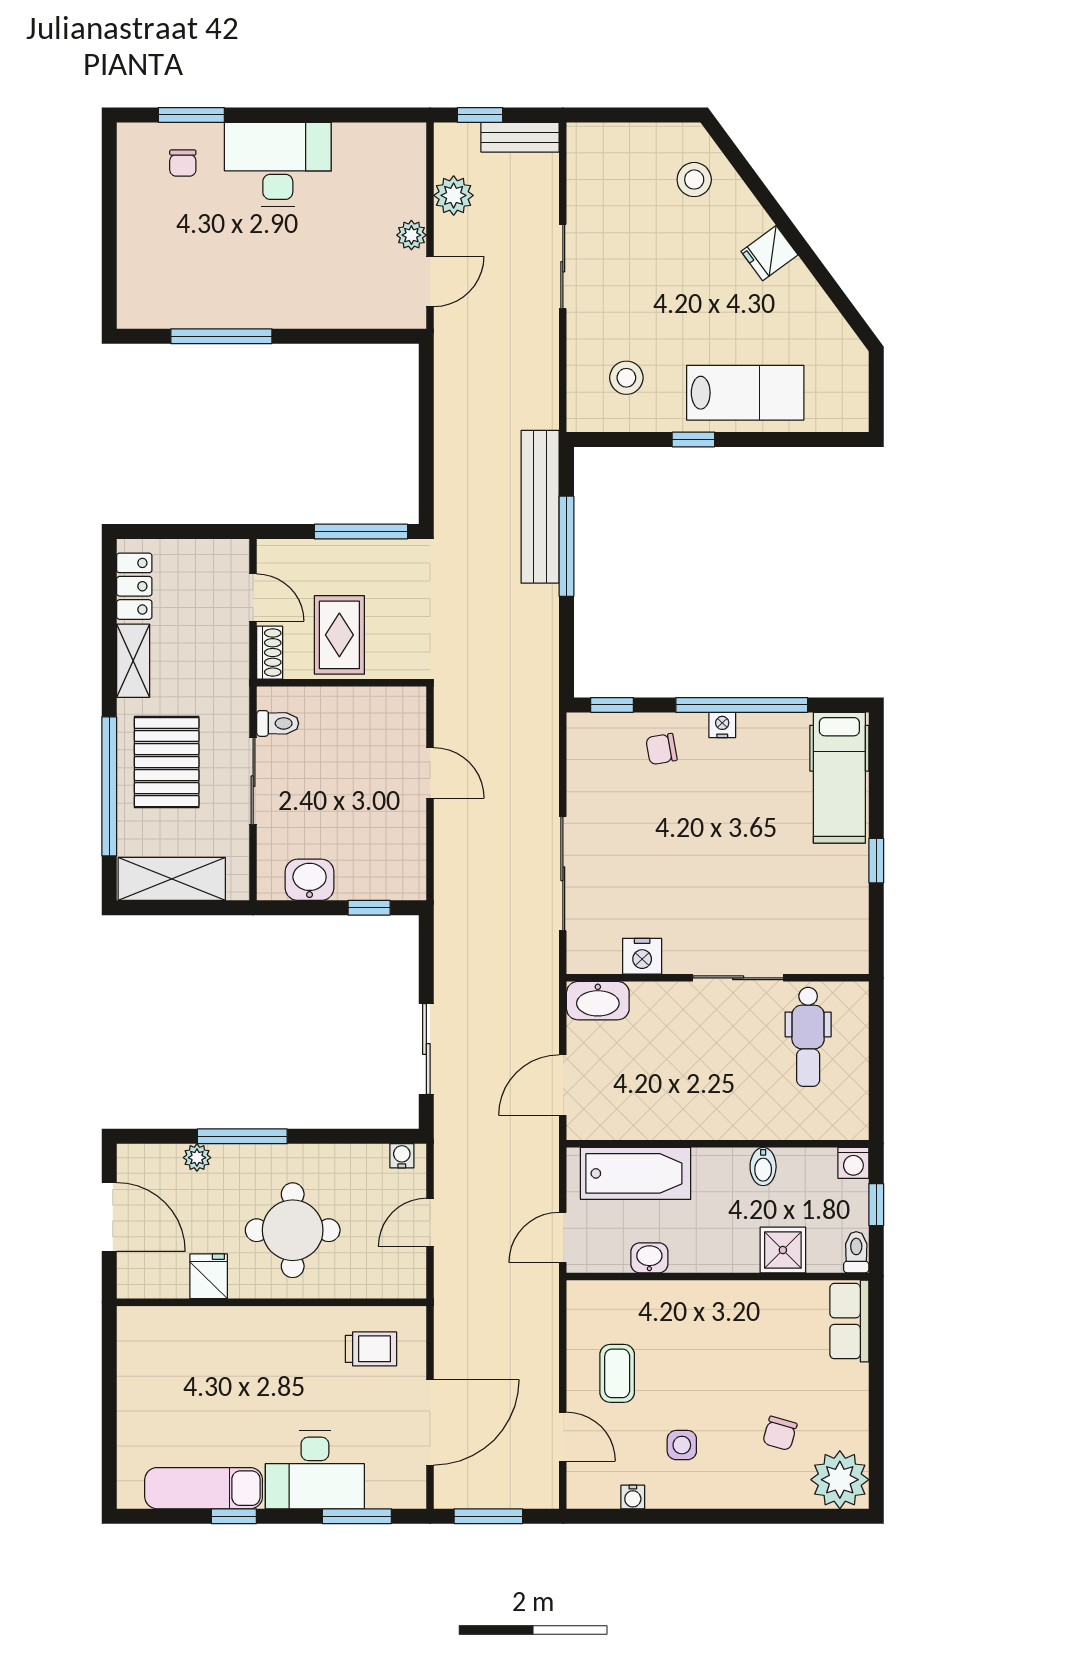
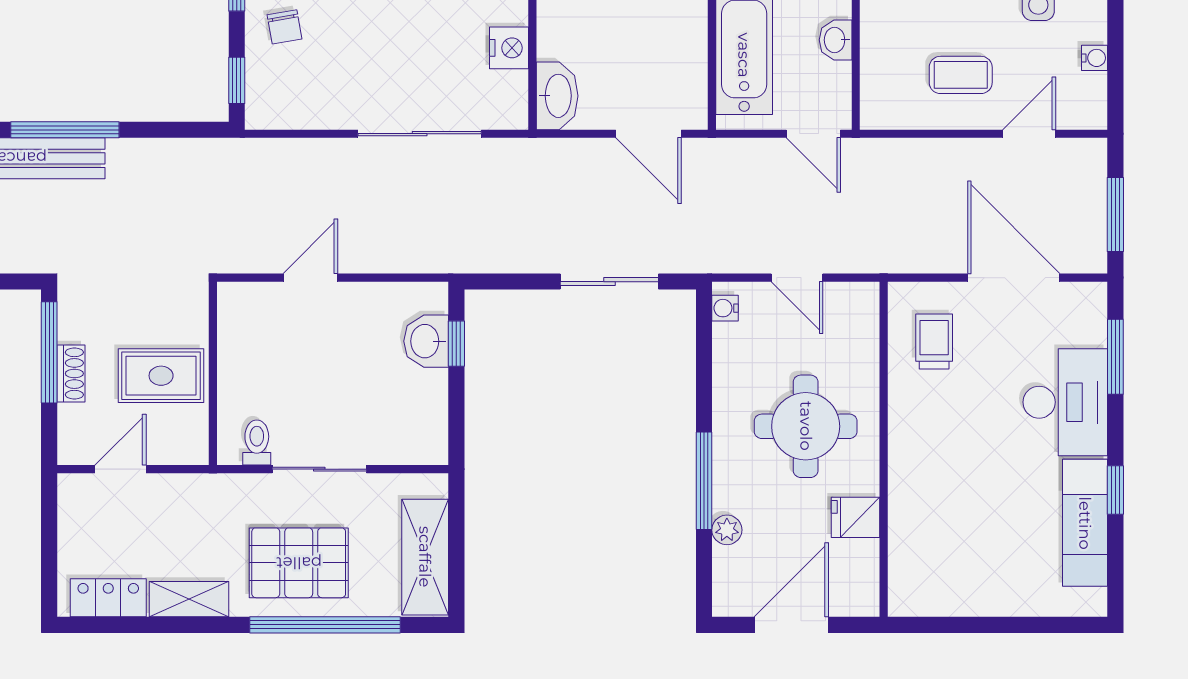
shoe rack: (270, 653) -> (71, 374), moved, turned 90
washbasin: (310, 880) -> (426, 341), moved

